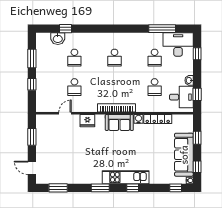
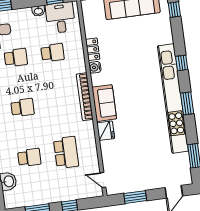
school desk: (74, 87) -> (66, 152), width x1.85
door: (65, 113) -> (103, 180), moved
locker: (158, 119) -> (93, 49), width x0.66
sofa: (119, 123) -> (104, 103), moved
kitchen unit: (126, 177) -> (173, 98), width x1.86

